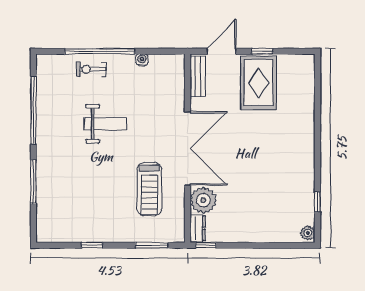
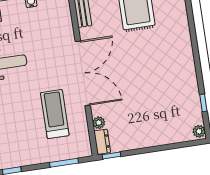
treadmill: (149, 189) -> (55, 114), turned 180
plant: (203, 200) -> (99, 123), width x0.53, depth x0.53

